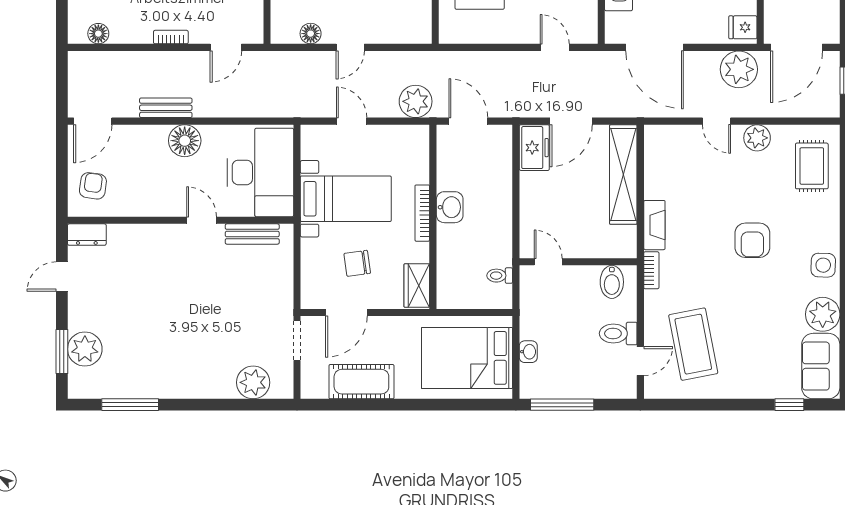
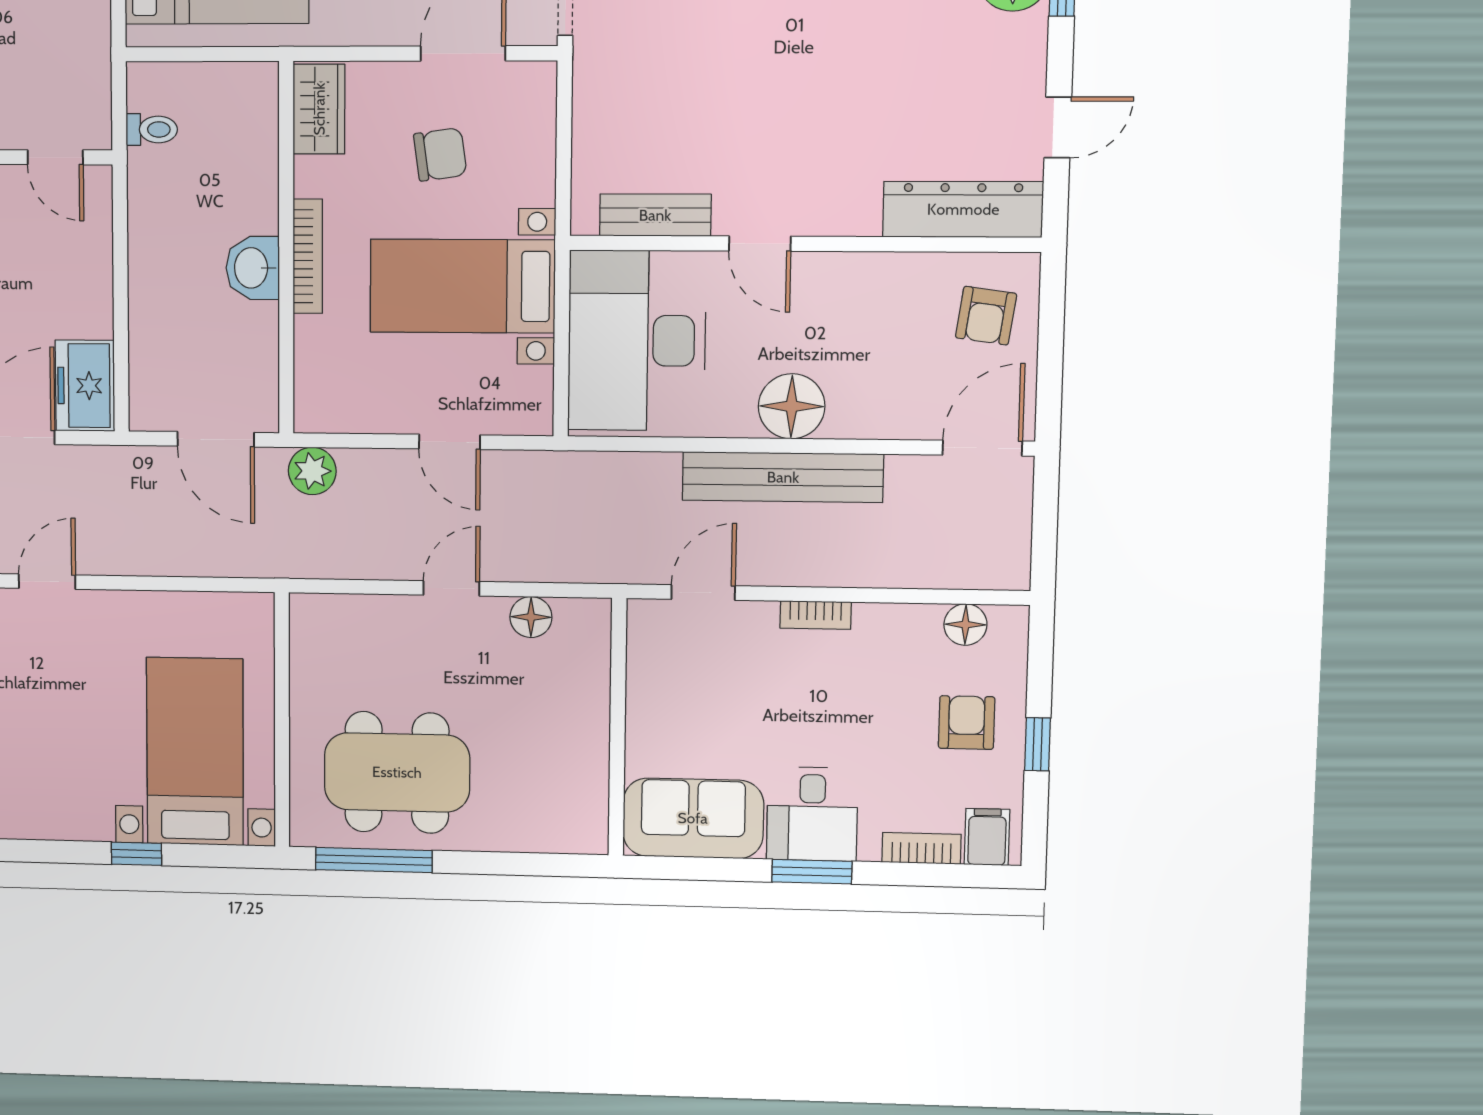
door: (555, 47) -> (47, 582), swing flipped
plant: (416, 101) -> (312, 471), width x0.73, depth x0.73
bench: (166, 108) -> (783, 477), width x1.86, depth x1.21
dresser: (87, 235) -> (963, 209), width x1.96, depth x1.24

